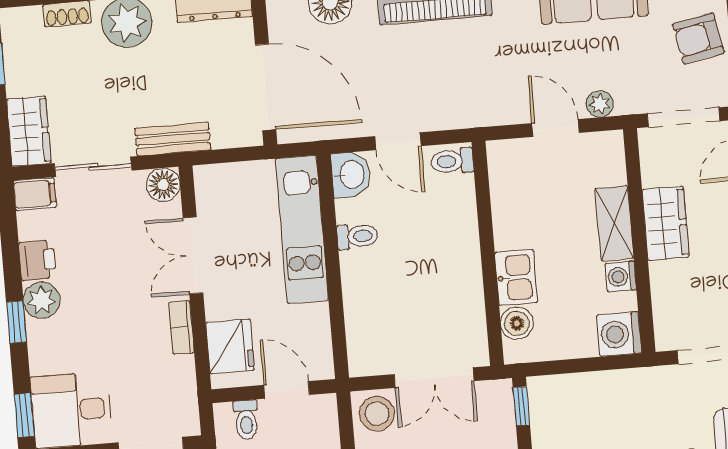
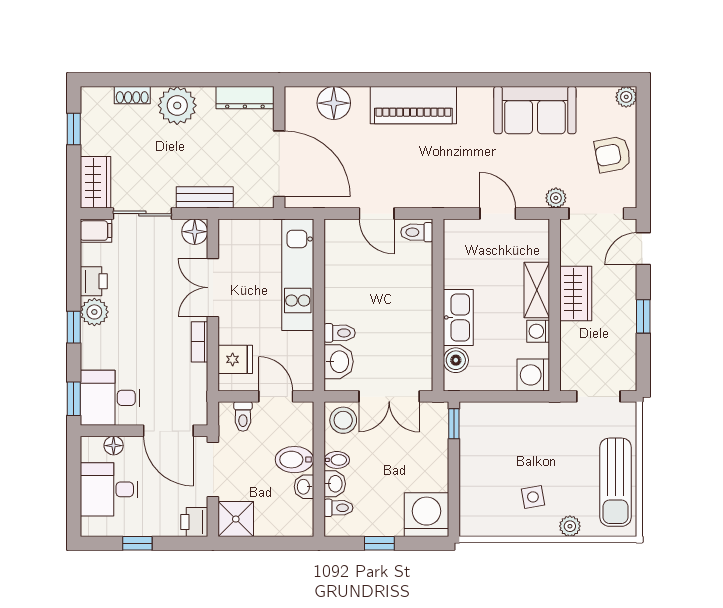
plant: (600, 104) -> (556, 198), moved
washbasin: (351, 175) -> (339, 362), moved
toilet: (357, 236) -> (340, 333), moved
kitchen sink: (516, 277) -> (458, 317), width x1.38
fridge: (230, 346) -> (235, 359), width x0.72

